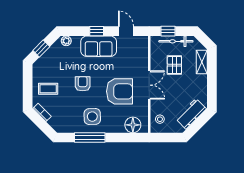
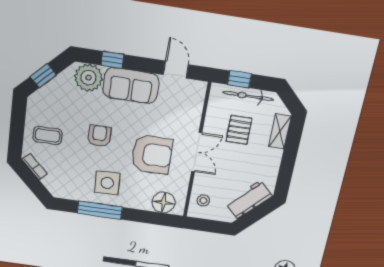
window: (97, 31) -> (112, 60), moved
plant: (66, 41) -> (88, 78), width x1.88, depth x1.88

